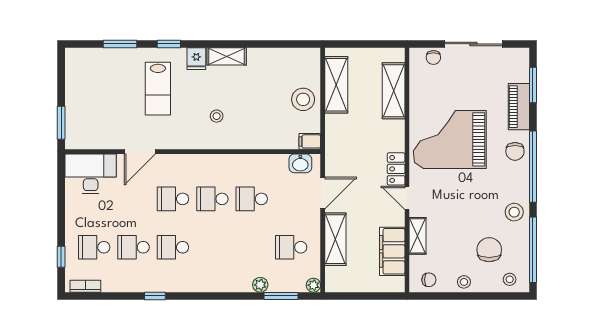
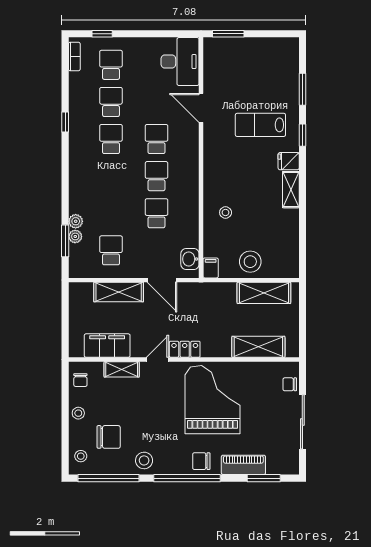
stool: (217, 116) -> (226, 213), moved
plant: (313, 285) -> (75, 236), moved

